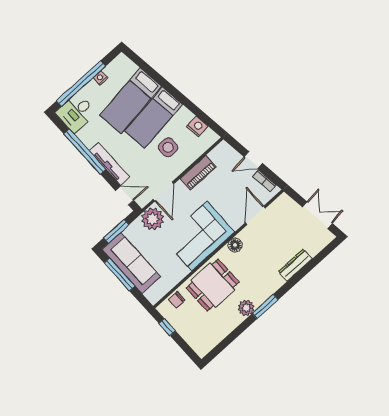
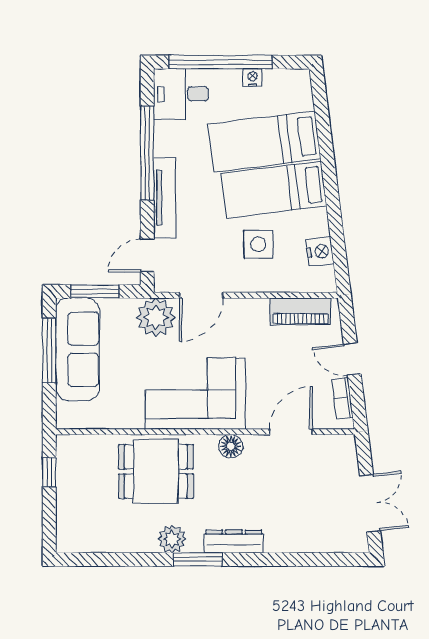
piano: (198, 173) -> (300, 311), moved
door: (125, 196) -> (147, 255), swing flipped
dresser: (295, 265) -> (234, 541), moved
chair: (177, 300) -> (93, 449), removed

